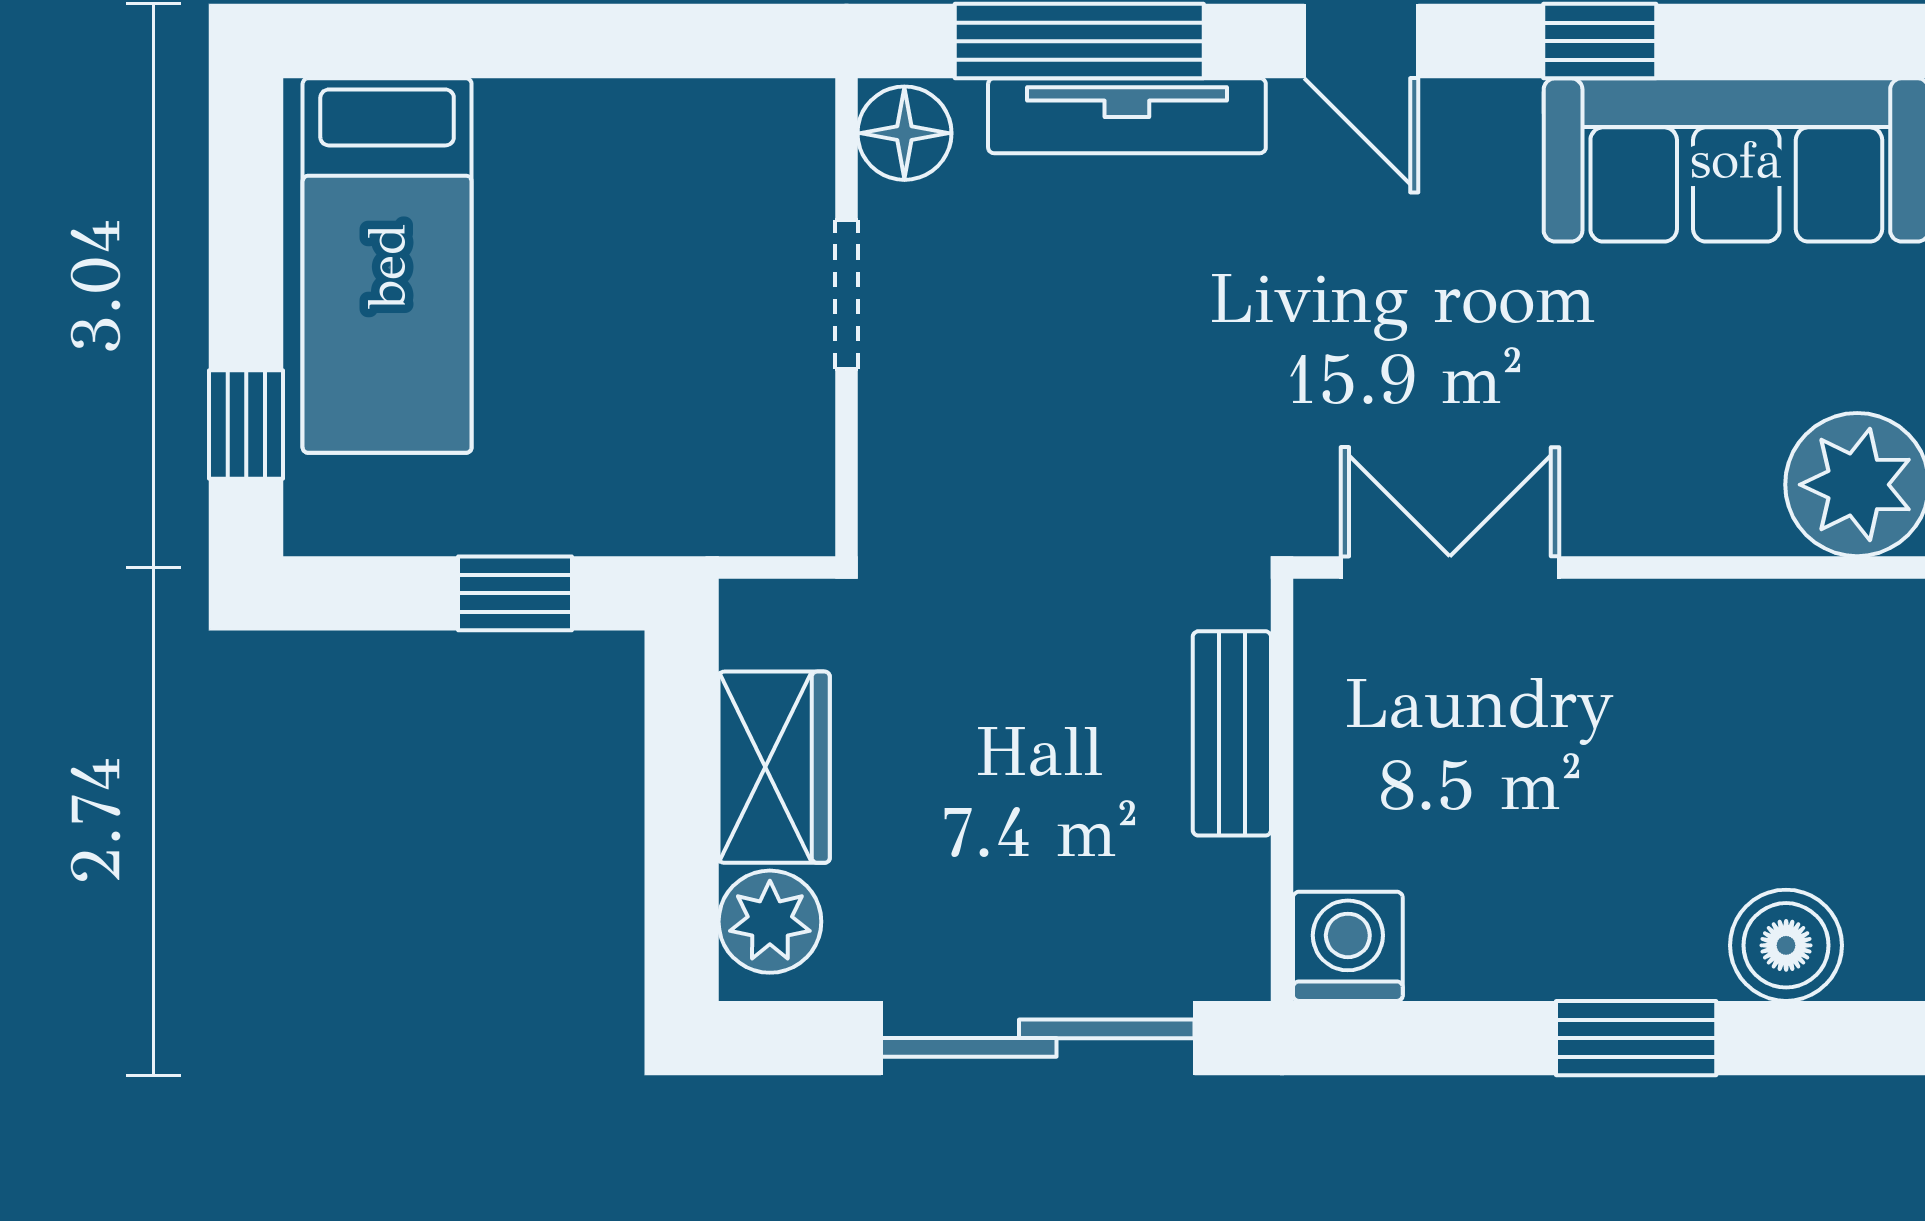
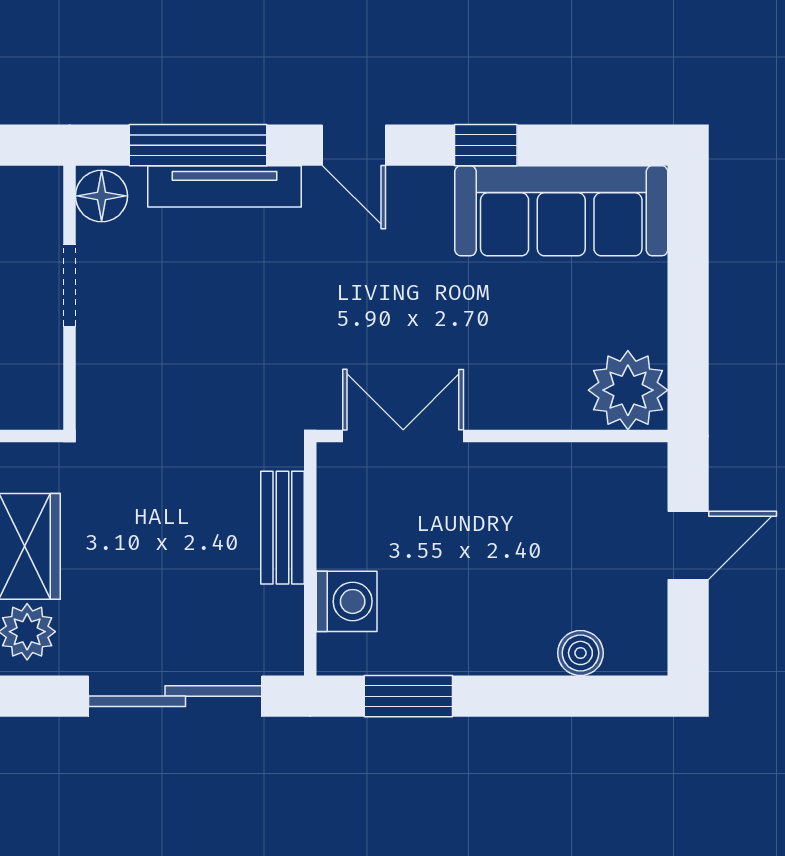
boiler: (1786, 945) -> (580, 653), width x0.73, depth x0.73
washing machine: (1348, 946) -> (347, 601), moved, turned 90
window: (1636, 1038) -> (408, 696), moved

